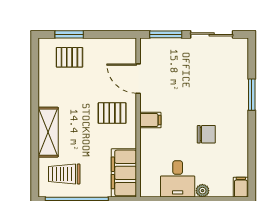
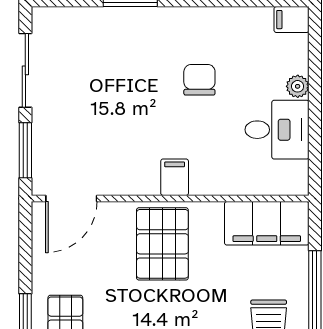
door: (138, 79) -> (71, 199), moved
pallet: (112, 113) -> (162, 244), width x1.50, depth x1.42

